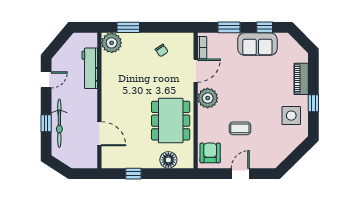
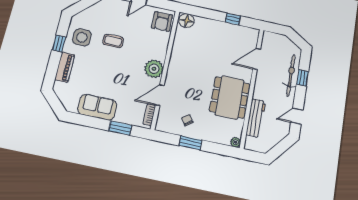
window: (128, 27) -> (190, 143), moved
window: (265, 27) -> (87, 121), removed
plant: (112, 43) -> (236, 142), width x0.53, depth x0.53
dining table: (171, 121) -> (230, 97), moved
coffee table: (240, 128) -> (113, 41), moved
door: (99, 134) -> (257, 59), hinge flipped
floor lamp: (168, 160) -> (186, 21), moved

